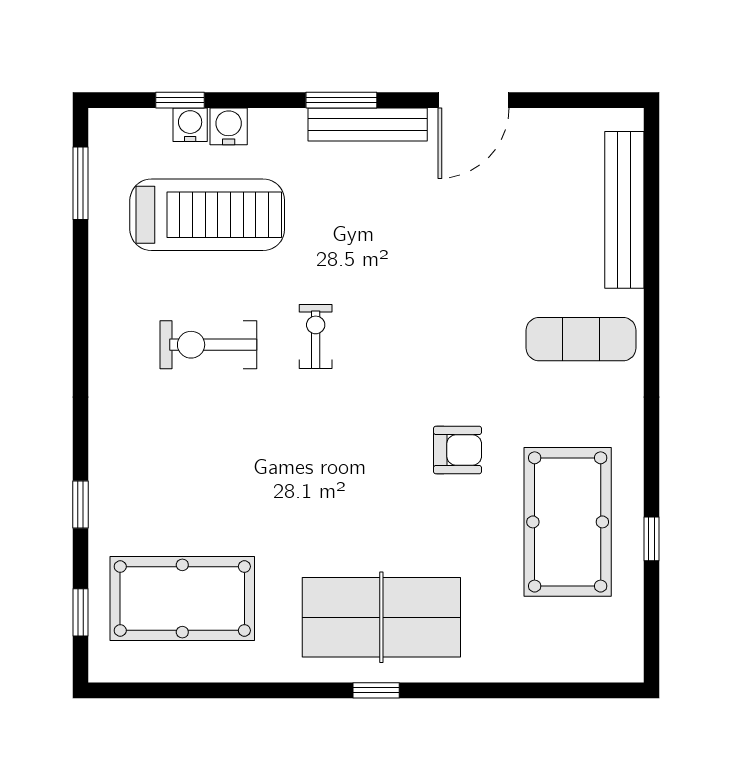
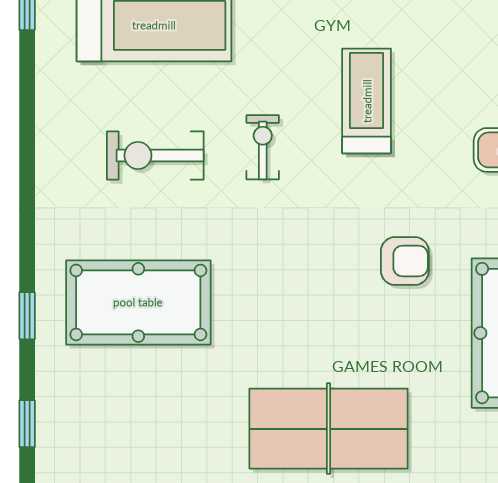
treadmill: (419, 290) -> (367, 101), added
pool table: (182, 599) -> (138, 302), moved

